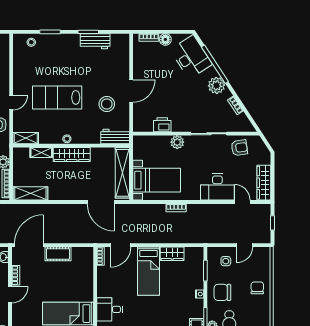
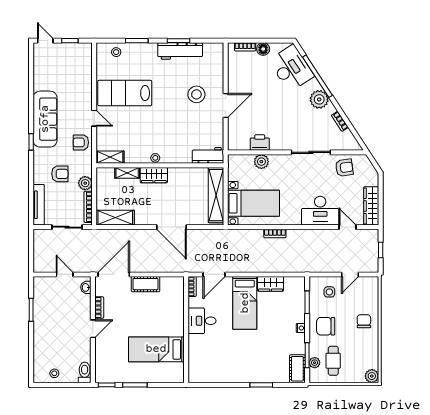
workbench: (95, 41) -> (180, 51), width x1.38
lab bench: (57, 97) -> (125, 93), moved
door: (11, 103) -> (94, 118), hinge flipped
stool: (107, 104) -> (196, 94), moved
plant: (177, 142) -> (261, 162), moved
wardrobe: (72, 155) -> (154, 175), width x0.67
door: (101, 202) -> (172, 227), moved
desk: (110, 309) -> (202, 321), moved

